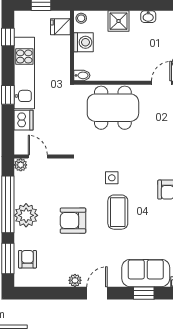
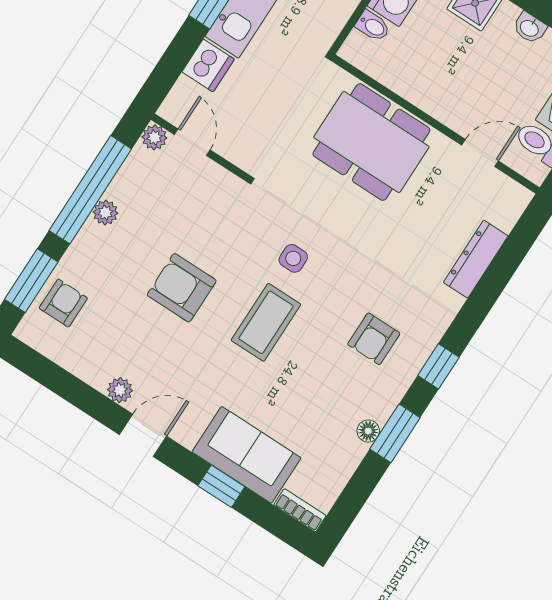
bidet: (82, 75) -> (373, 26), moved
plant: (26, 215) -> (105, 213), width x0.53, depth x0.53

